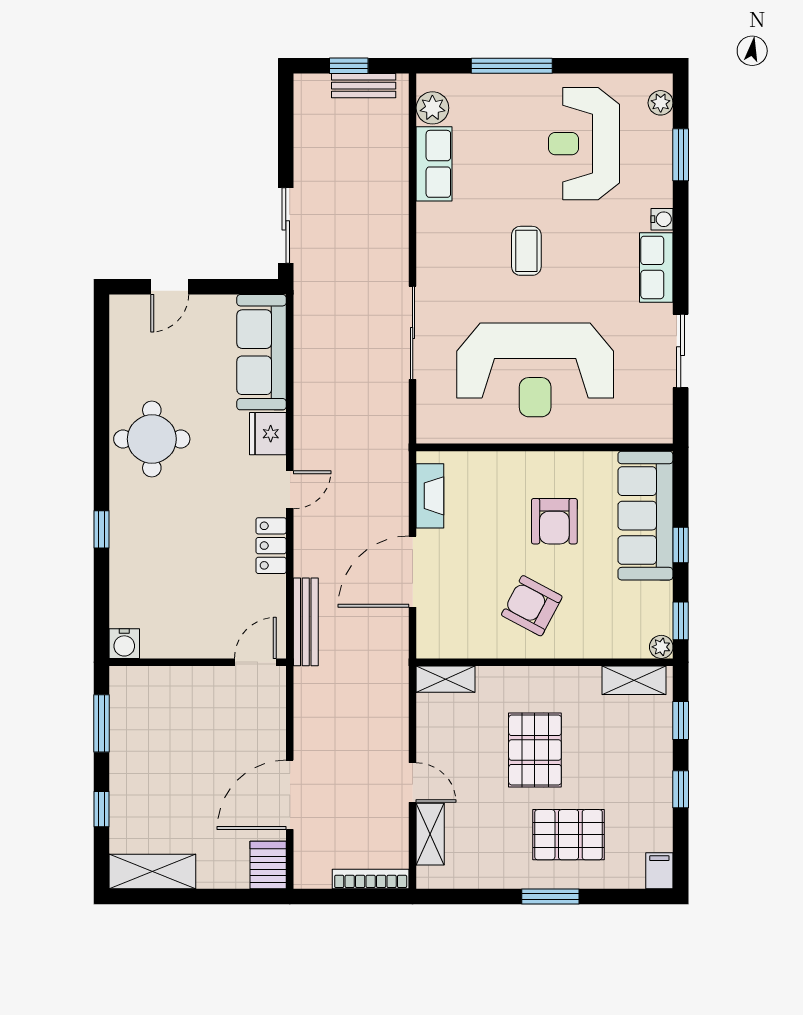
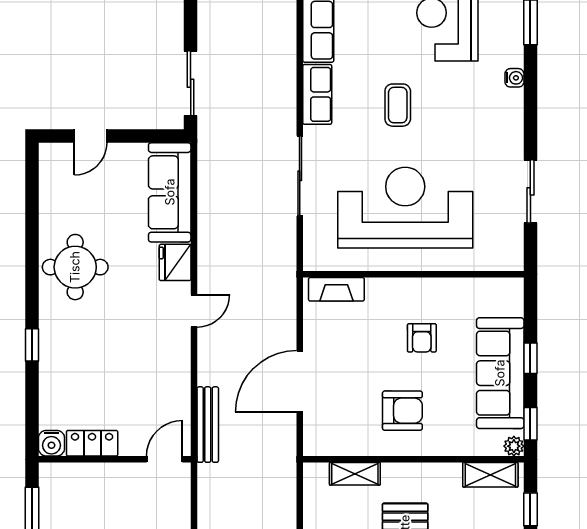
row of seats: (656, 267) -> (317, 94), moved, turned 180
reception desk: (535, 370) -> (405, 208), turned 180
fireplace: (430, 496) -> (336, 289), moved, turned 90
sofa: (645, 516) -> (500, 373), moved
armchair: (554, 521) -> (422, 338), width x0.72, depth x0.72
locker: (271, 546) -> (92, 443), moved, turned 90
armchair: (532, 606) -> (402, 411), turned 152
shelving: (446, 679) -> (355, 474), moved

